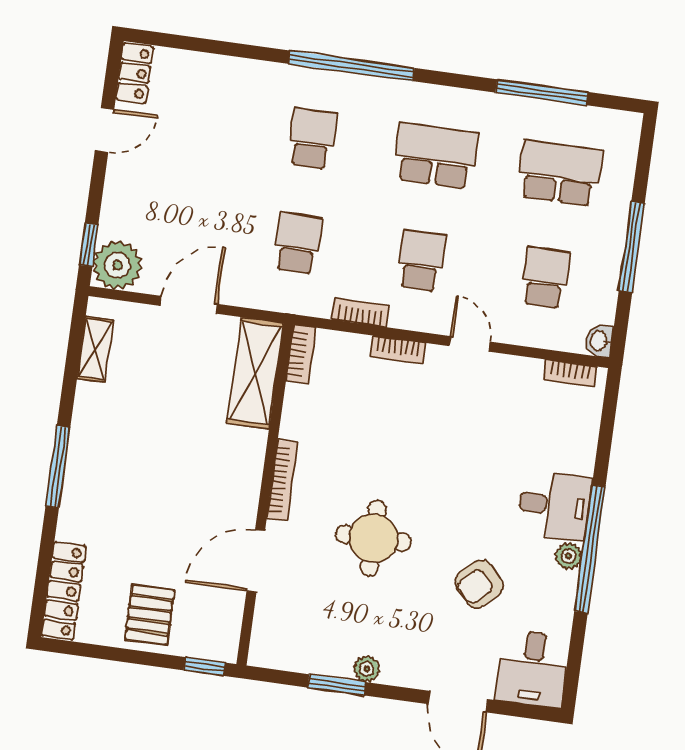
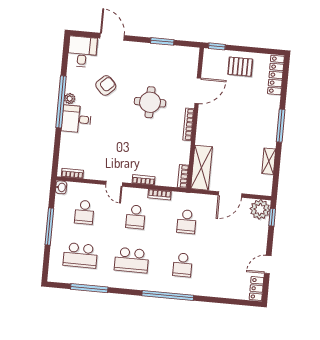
shelving: (95, 349) -> (269, 161), moved
pallet: (150, 615) -> (240, 67), turned 90
plant: (367, 669) -> (150, 49), removed

